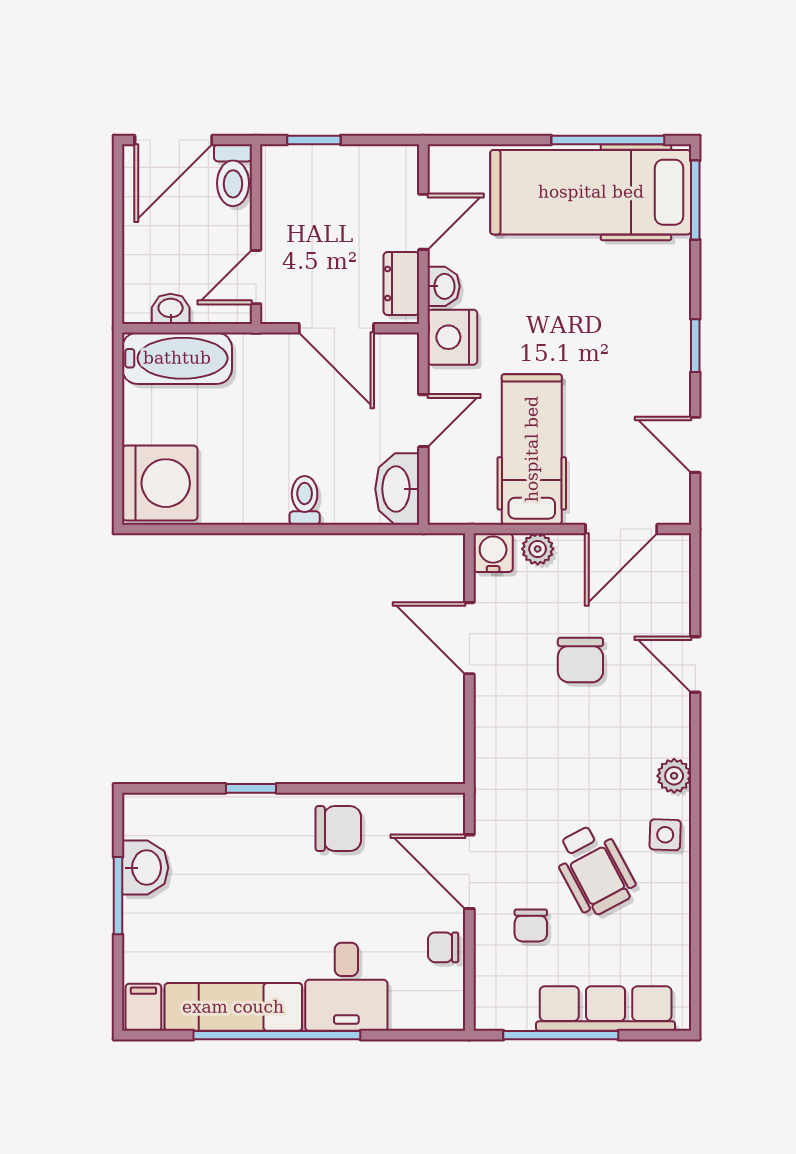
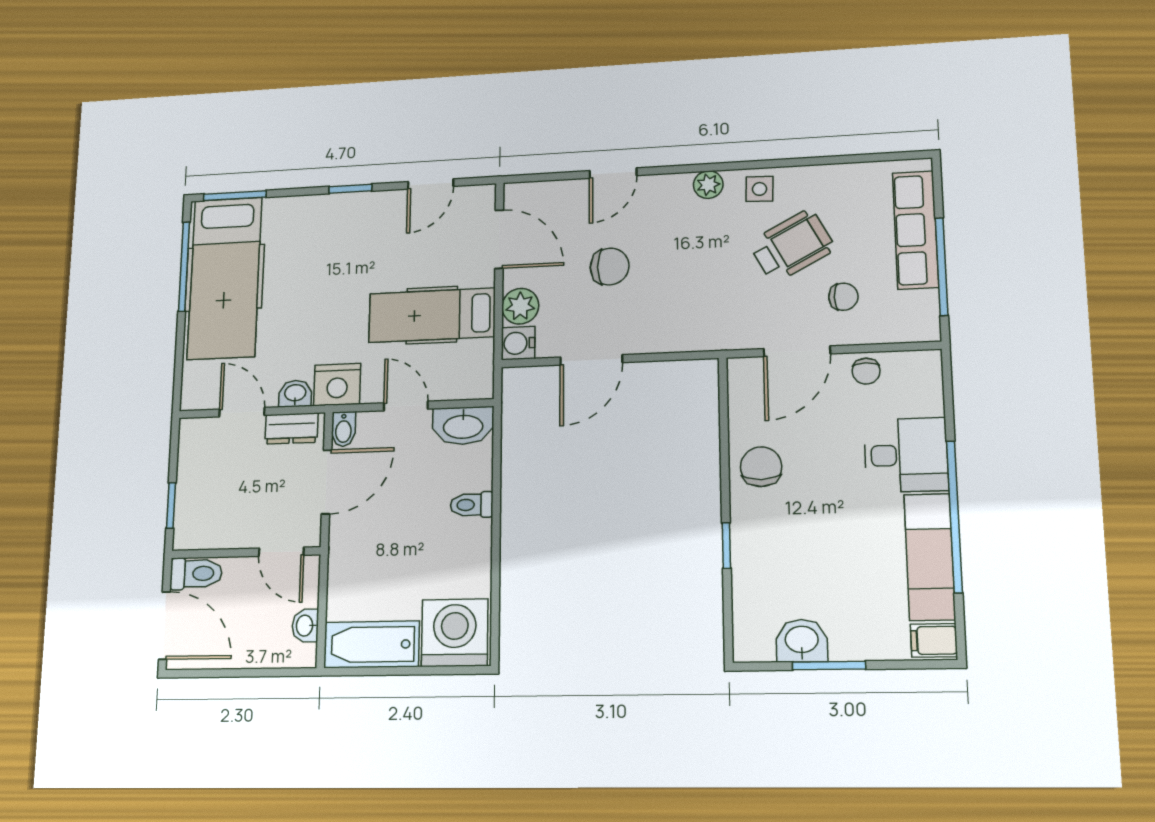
bidet: (398, 347) -> (343, 429), added
bathtub: (177, 358) -> (371, 644), moved, turned -90
plant: (538, 549) -> (520, 306), width x1.38, depth x1.38

